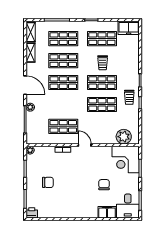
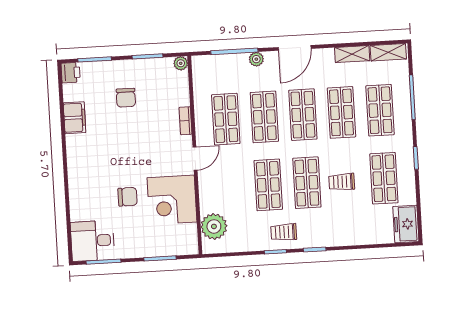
shop shelf: (63, 104) -> (264, 117), added
corner desk: (126, 160) -> (172, 200), moved, turned -90
filing cabinet: (107, 212) -> (75, 118), moved

